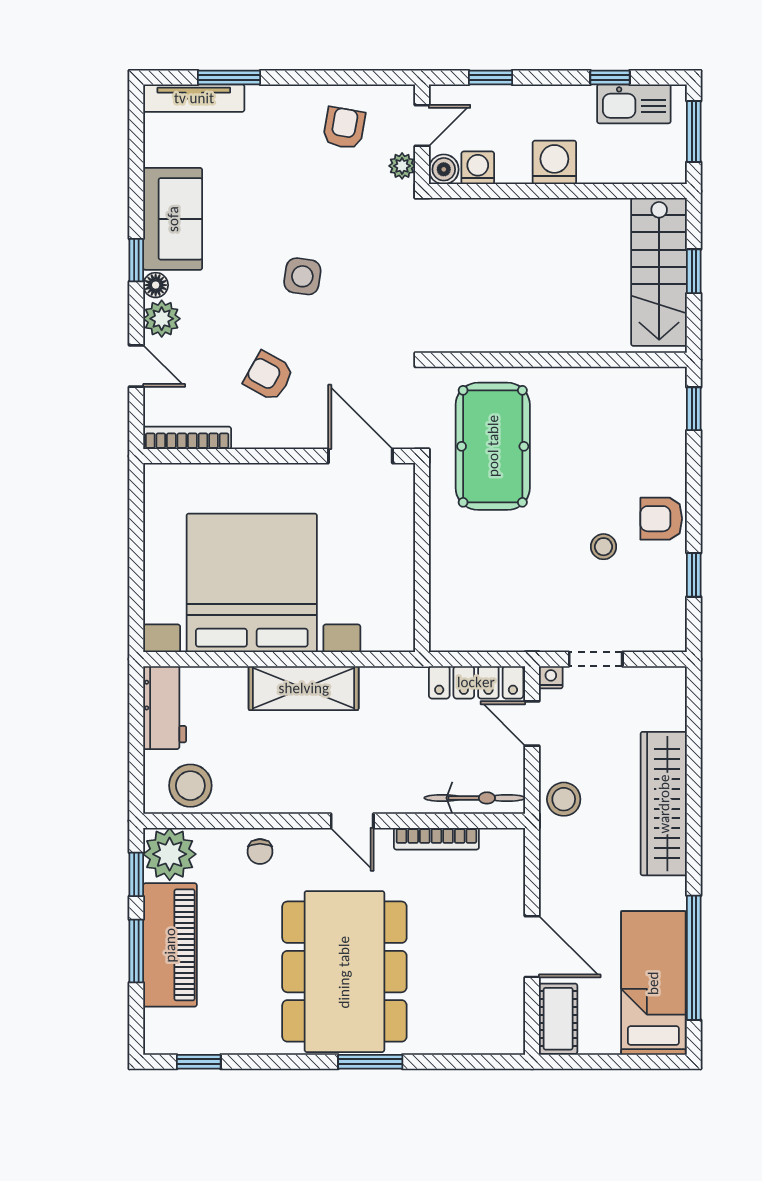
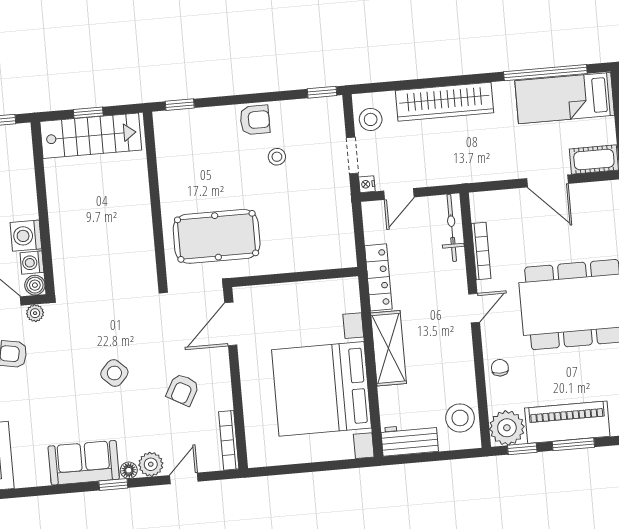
washing machine: (554, 162) -> (26, 236), moved
side table: (302, 276) -> (114, 373), turned 35
armchair: (661, 519) -> (255, 120), turned -90
window: (694, 575) -> (322, 92), moved
locker: (476, 682) -> (378, 277), moved
stool: (564, 799) -> (371, 119), moved
chair: (260, 851) -> (500, 368), turned -90
door: (532, 947) -> (547, 181), swing flipped

